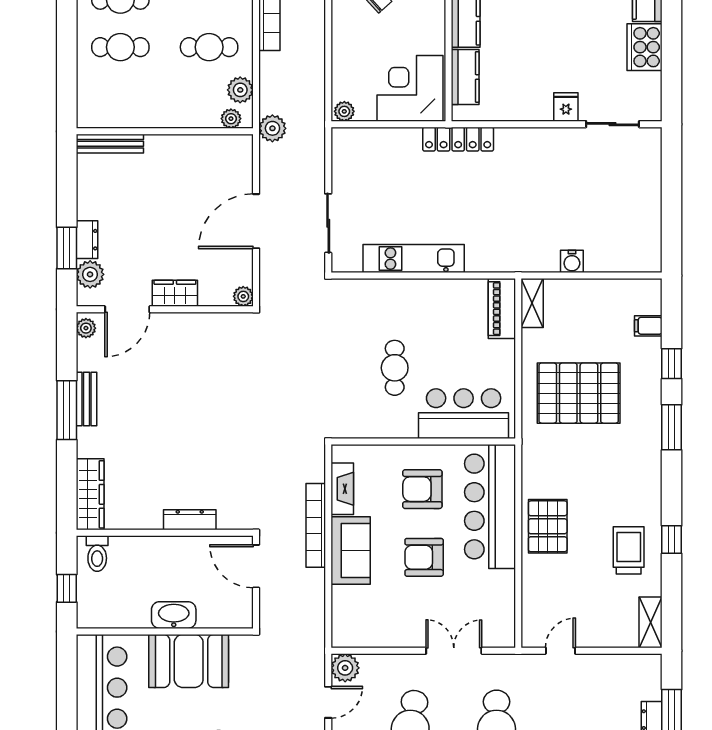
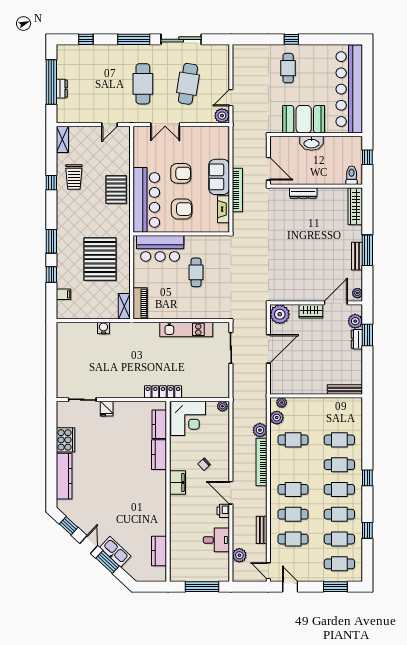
plant: (272, 128) -> (260, 430), moved
plant: (243, 296) -> (280, 314), width x1.87, depth x1.87
pallet: (579, 393) -> (100, 259), turned 90

